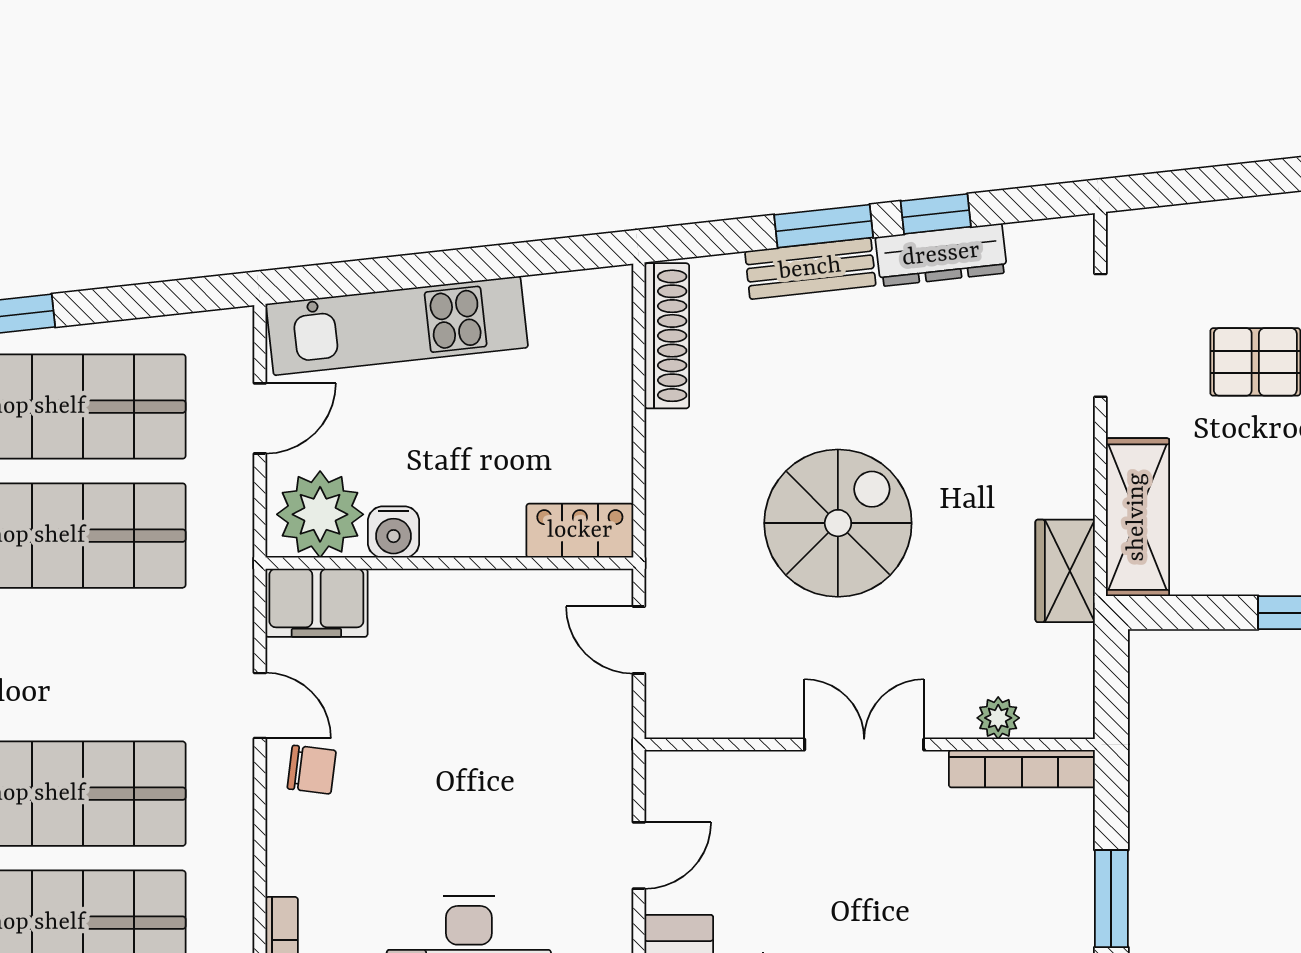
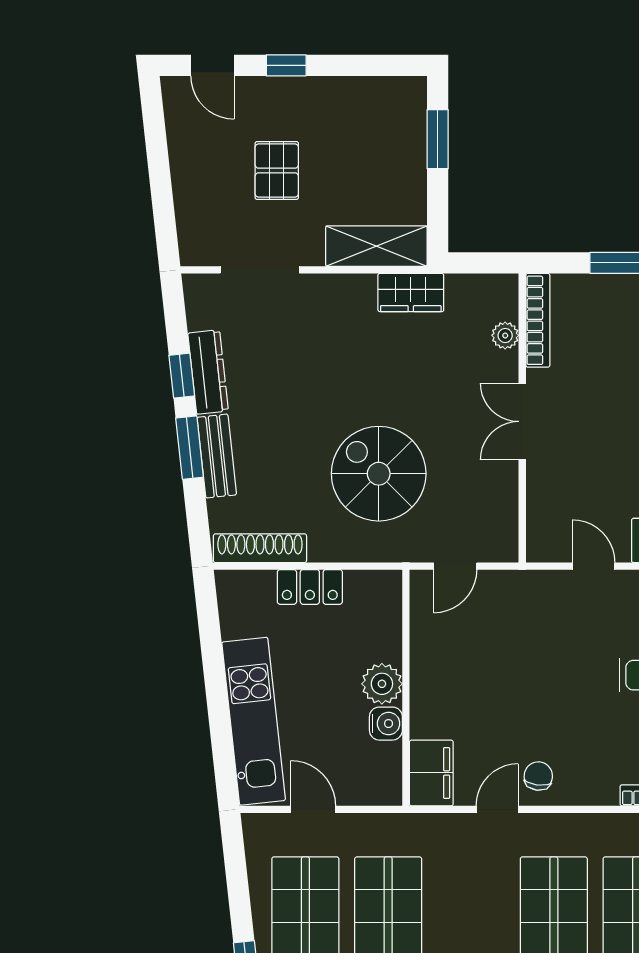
plant: (320, 514) -> (382, 684), moved, width x0.73, depth x0.73
spiral stairs: (838, 523) -> (379, 474), moved
locker: (580, 531) -> (310, 587), moved, turned -90

